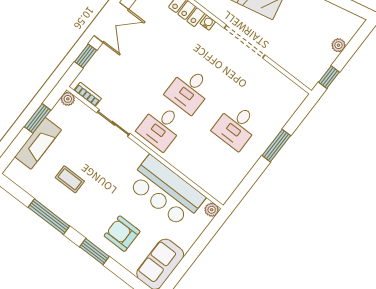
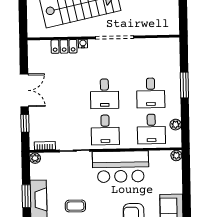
window: (329, 77) -> (183, 18), removed
window: (38, 118) -> (26, 196), moved
desk: (208, 163) -> (151, 129), added
plant: (236, 178) -> (176, 125), added
bar counter: (166, 191) -> (121, 167), moved

